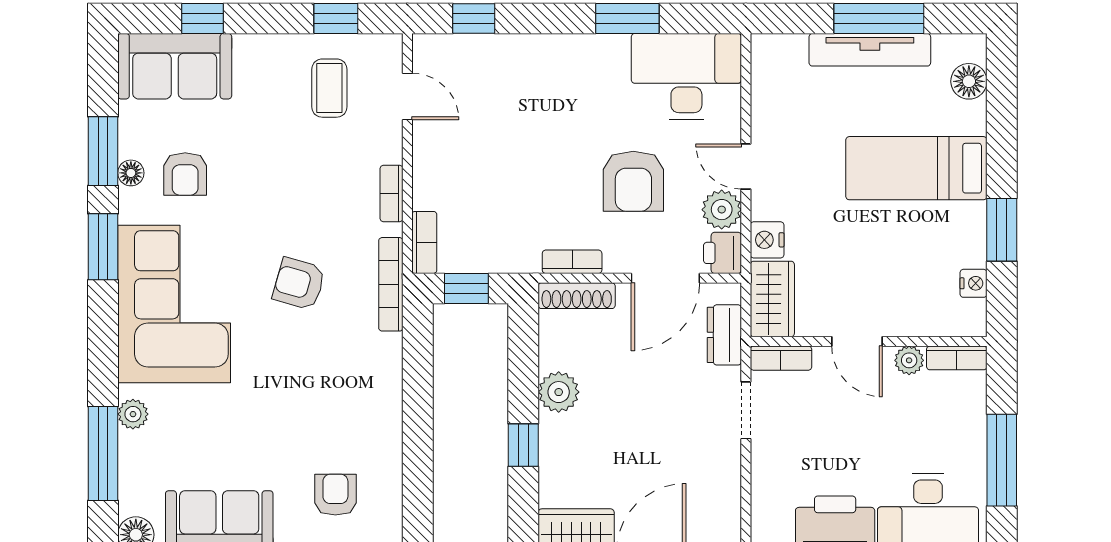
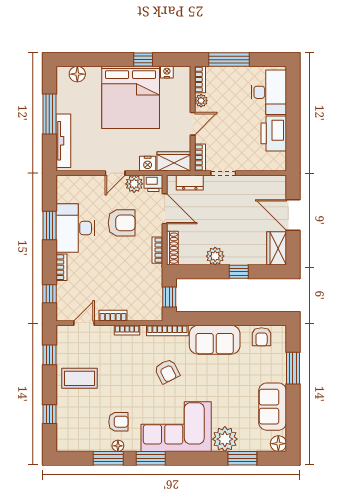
bookcase: (534, 45) -> (61, 267), added
tv unit: (870, 50) -> (63, 141), moved
sofa: (175, 66) -> (215, 340), moved, turned 90
desk: (686, 77) -> (75, 228), moved
coffee table: (329, 88) -> (79, 378), moved, width x1.36, depth x1.30
bed: (916, 168) -> (131, 97), width x2.04
window: (1002, 230) -> (143, 60), width x0.67
bookcase: (424, 242) -> (113, 316), moved
armchair: (299, 284) -> (167, 371), turned -43
plant: (133, 414) -> (225, 439), width x1.88, depth x1.88
window: (103, 453) -> (242, 458), width x0.69
window: (1002, 460) -> (229, 60), moved
armchair: (335, 495) -> (262, 337), moved, turned -90

